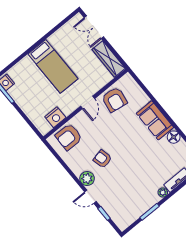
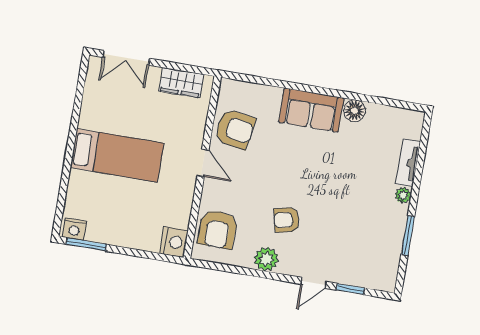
wardrobe: (109, 59) -> (181, 83), width x0.67
nightstand: (55, 117) -> (174, 242), moved
plant: (87, 179) -> (266, 259), moved

